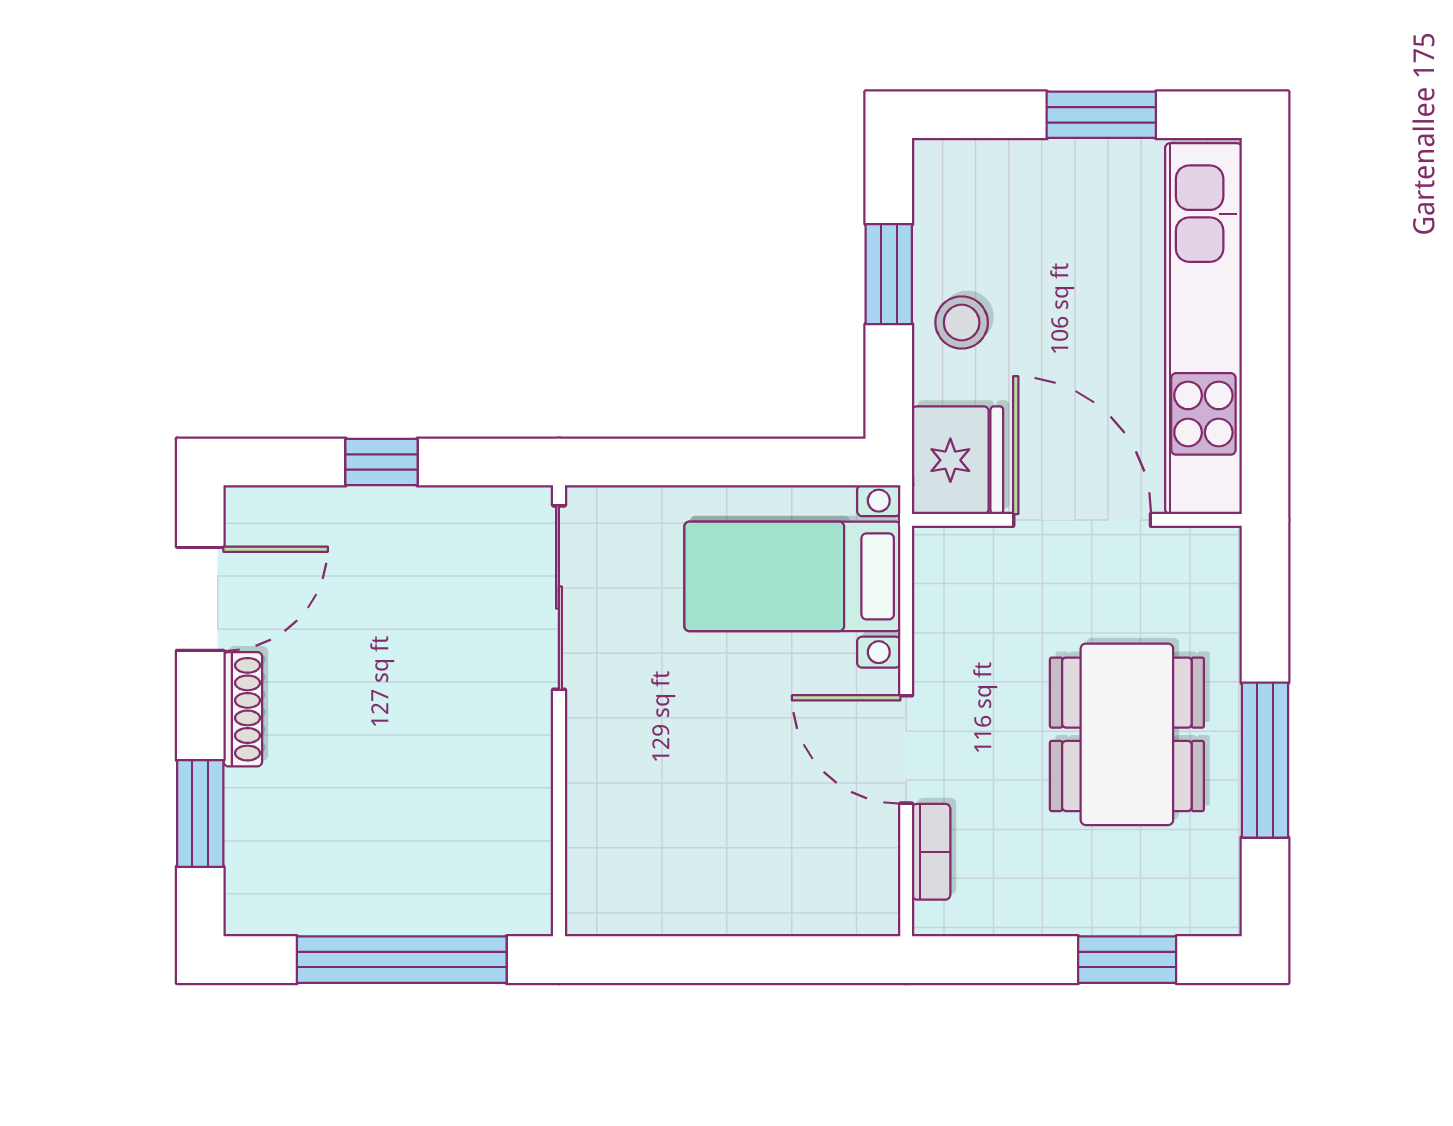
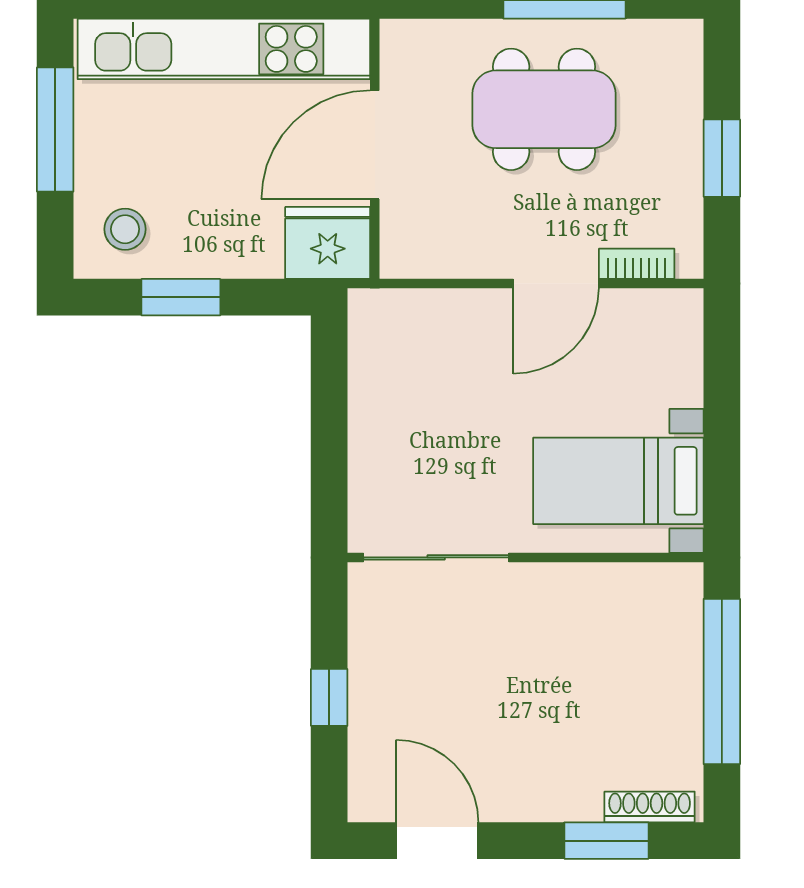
window: (1101, 115) -> (55, 130), width x1.44
stool: (962, 323) -> (125, 229), moved
bed with nightstands: (792, 576) -> (618, 481), moved, turned 90
shoe rack: (243, 709) -> (650, 807), moved
window: (1127, 960) -> (722, 158), moved

